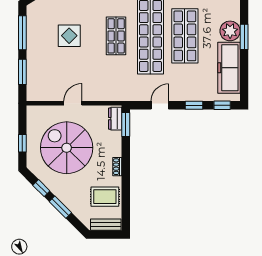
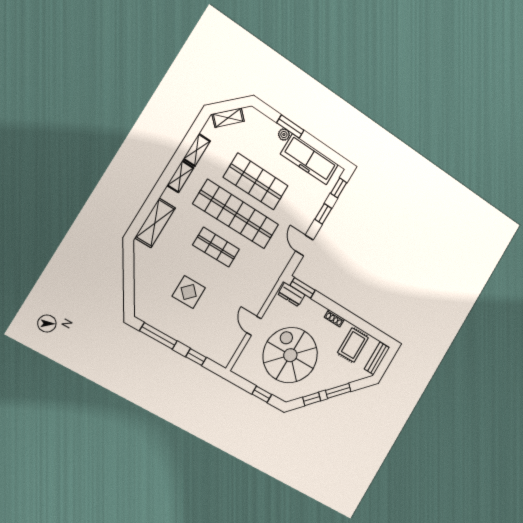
plant: (230, 31) -> (284, 135), width x0.53, depth x0.53
window: (22, 72) -> (196, 357), width x0.67
spiral stairs: (67, 148) -> (290, 355), turned 90

